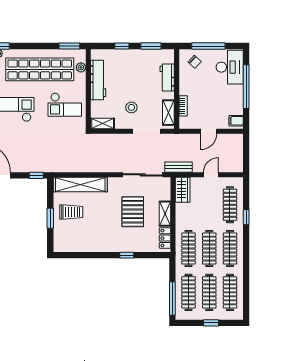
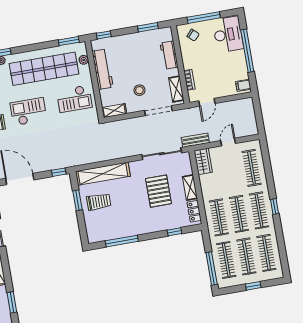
window: (122, 46) -> (104, 35), moved
door: (209, 131) -> (207, 102), moved
window: (246, 217) -> (274, 206), moved
window: (50, 218) -> (77, 200), moved
window: (87, 255) -> (122, 241), added
window: (127, 255) -> (174, 232), moved

